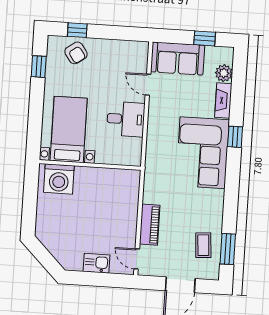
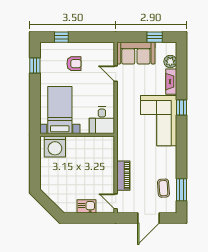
armchair: (76, 53) -> (74, 64), moved, turned -55
desk: (126, 119) -> (102, 120), moved, turned 90

